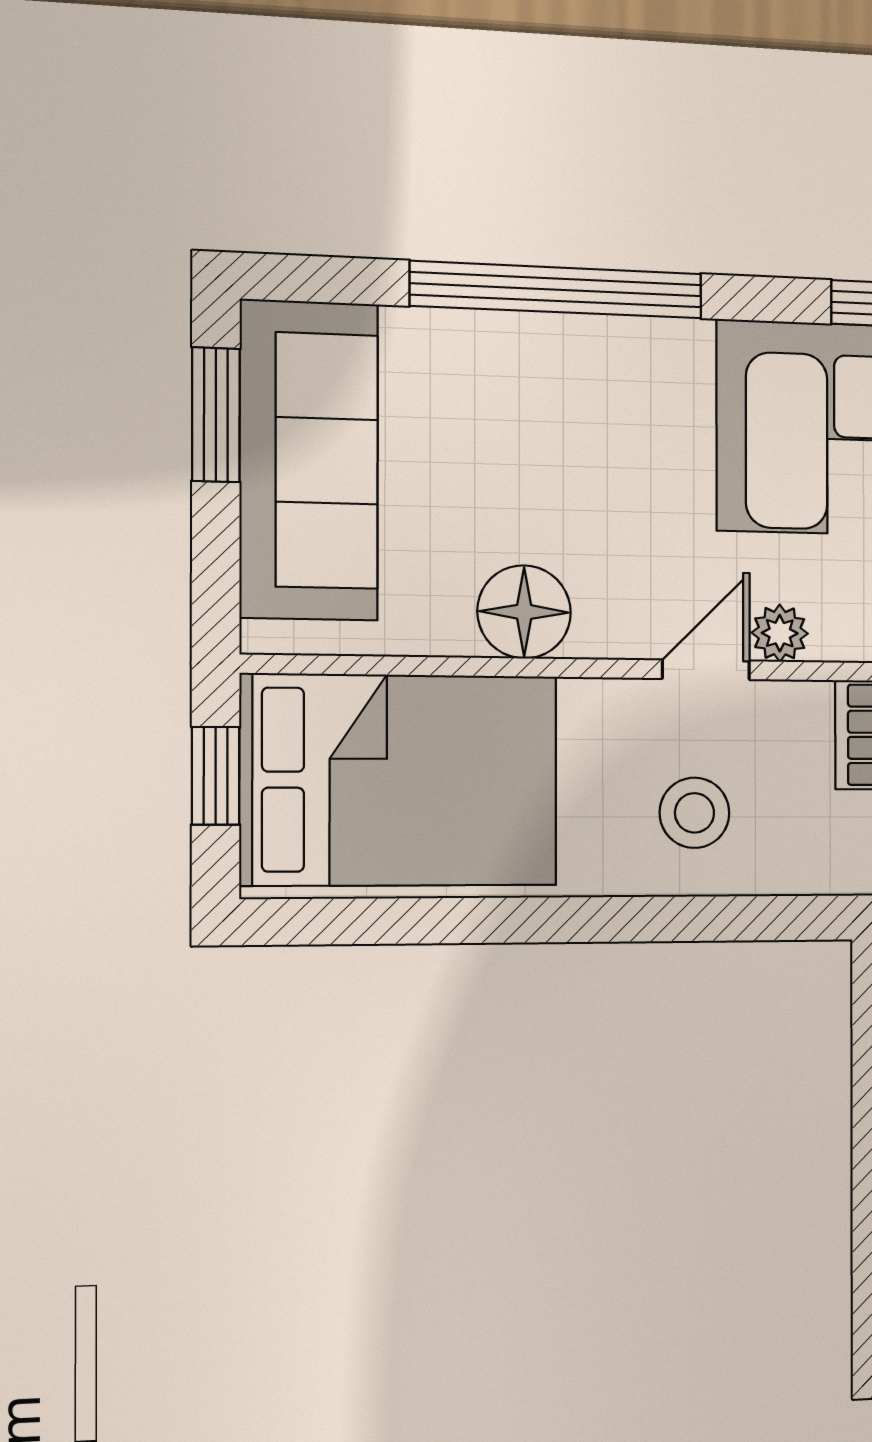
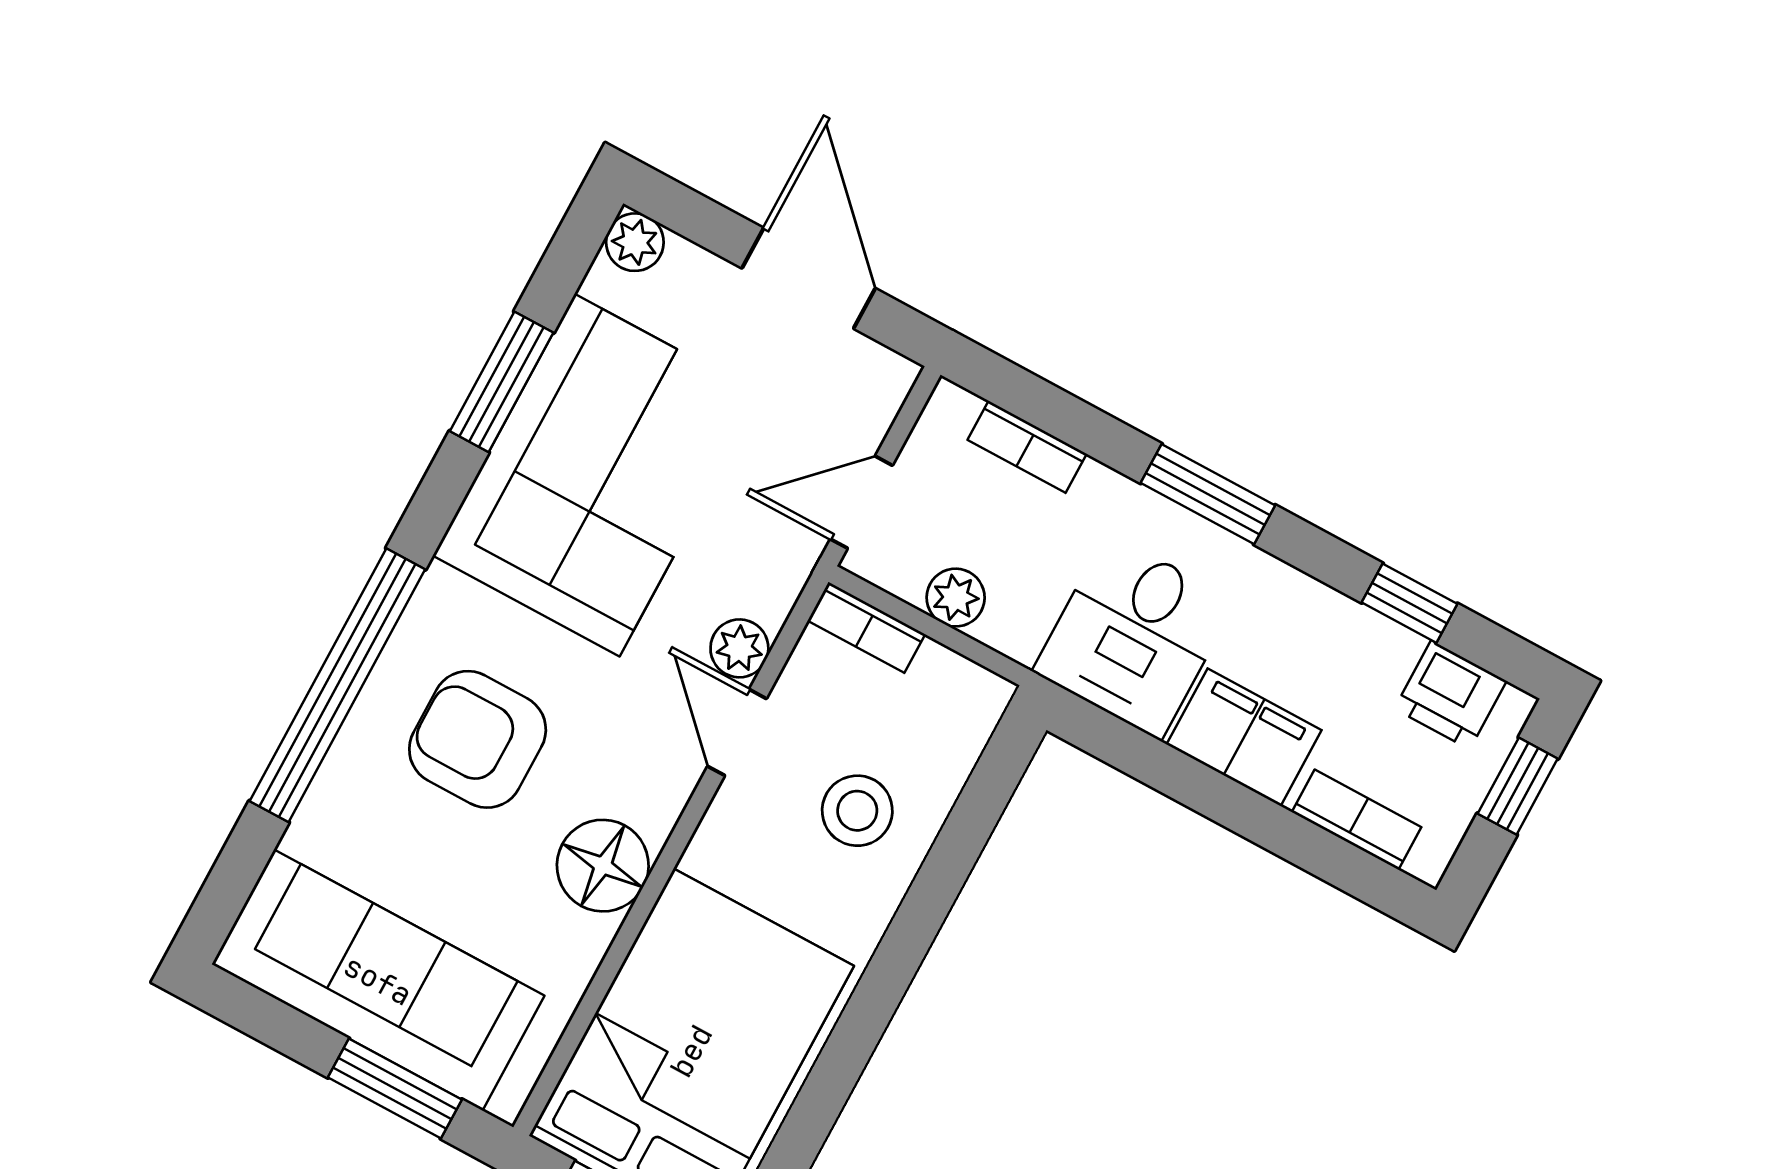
window: (216, 415) -> (395, 1088), moved
armchair: (576, 441) -> (478, 739), added

